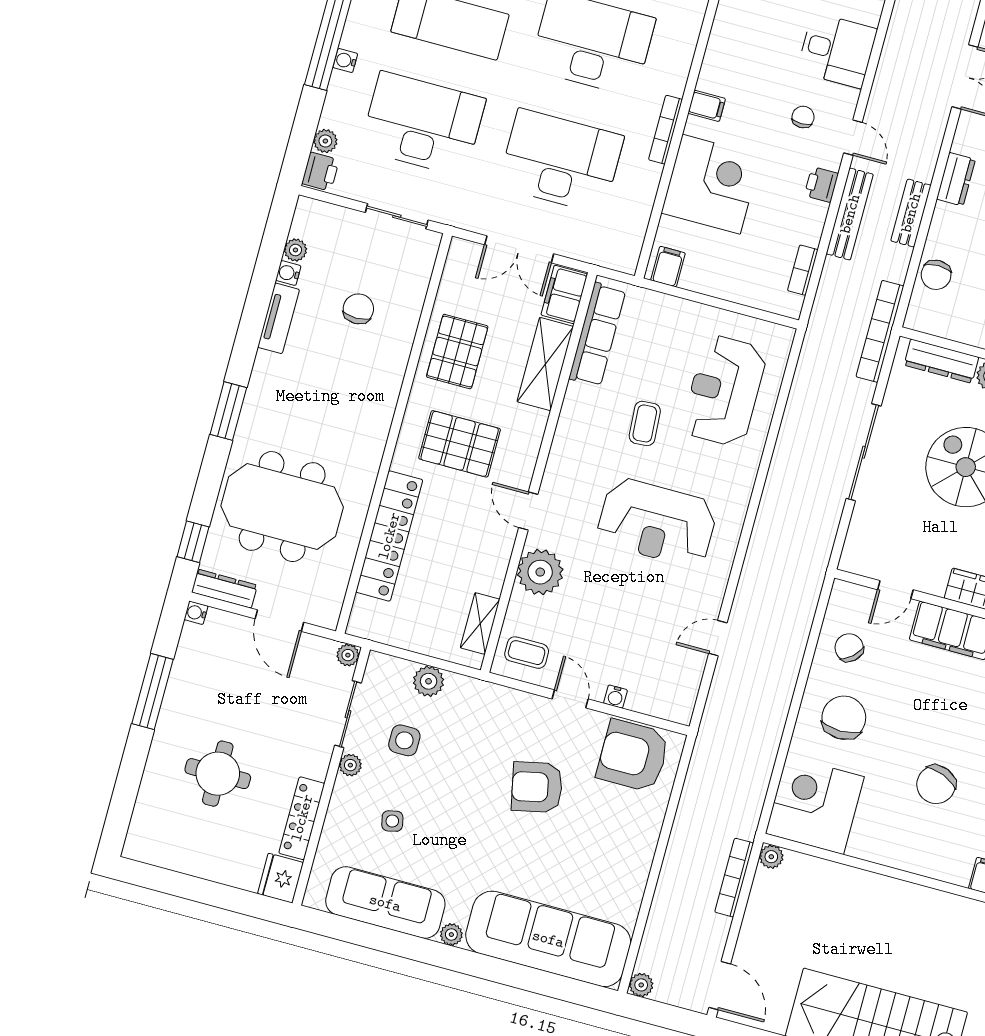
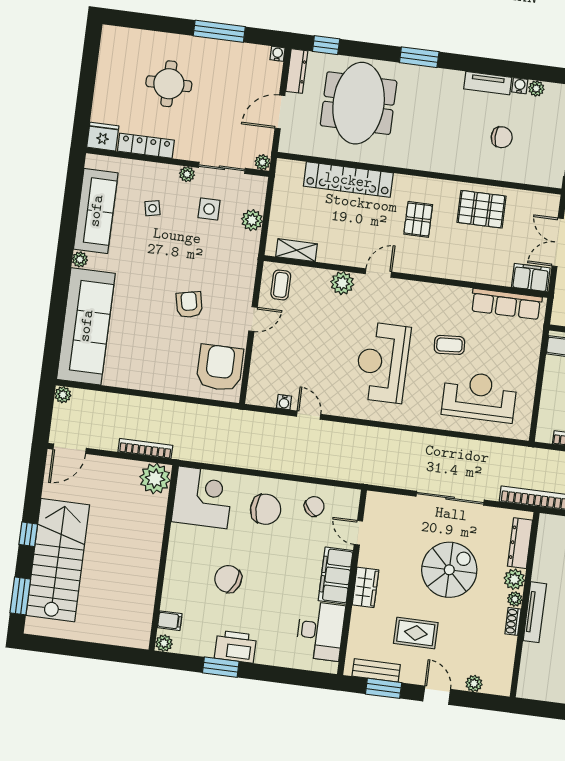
shelving: (545, 364) -> (481, 271), removed
pallet: (460, 444) -> (418, 219), width x0.67, depth x0.71
plant: (540, 572) -> (342, 283), width x0.73, depth x0.73
water cooler: (615, 697) -> (284, 402), moved, turned -90
armchair: (537, 787) -> (189, 305), width x0.72, depth x0.72
plant: (771, 857) -> (155, 479), width x1.88, depth x1.88

